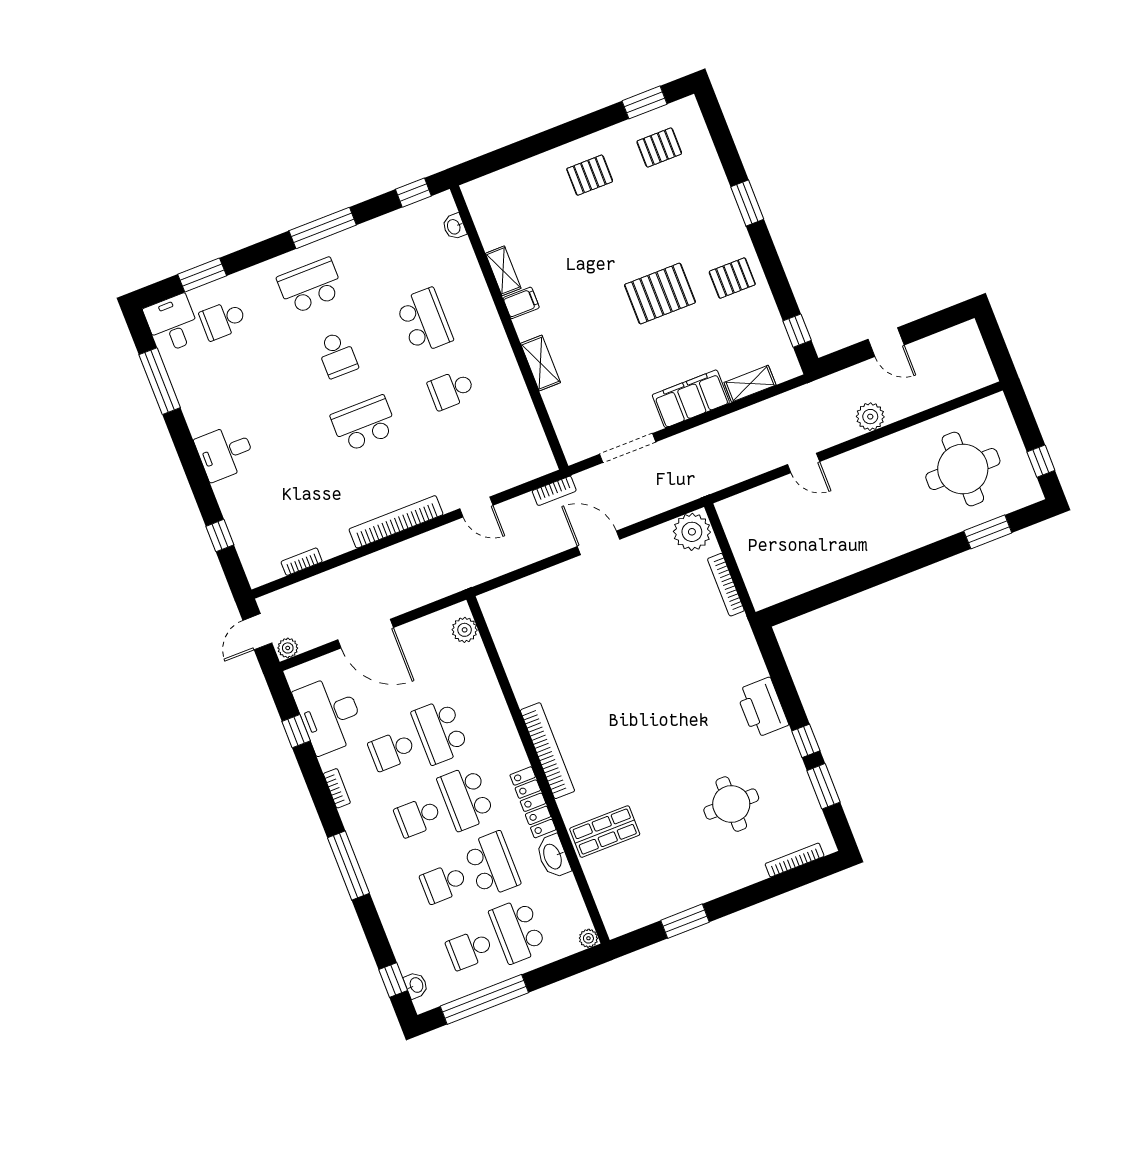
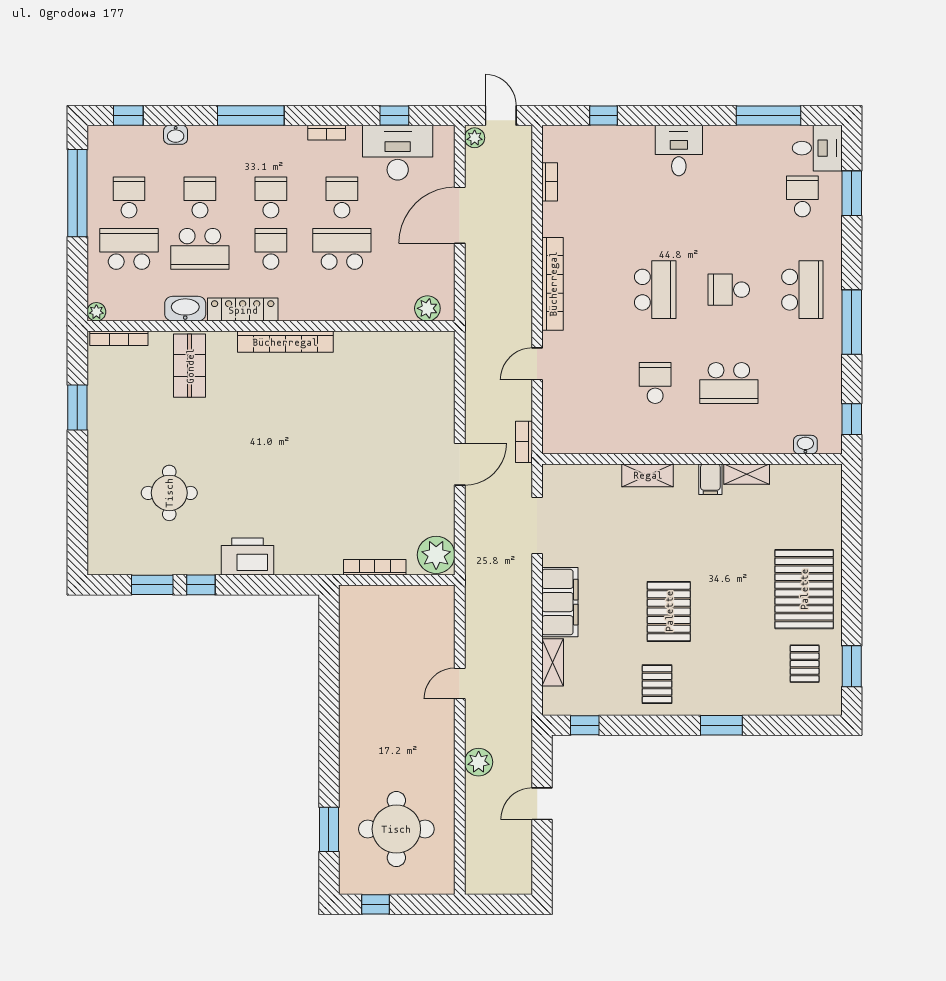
pallet: (590, 175) -> (804, 589), width x2.05, depth x2.00
school desk: (466, 798) -> (271, 249), width x0.54
bookcase: (795, 860) -> (119, 338), moved, turned 90
washbasin: (416, 985) -> (176, 135), moved

